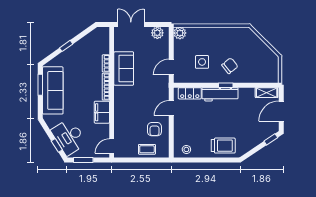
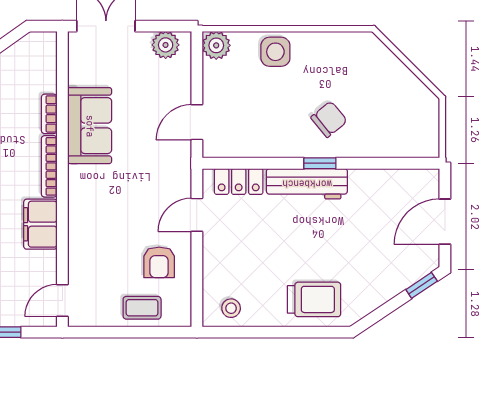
side table: (202, 62) -> (275, 52), moved
shelving: (267, 93) -> (412, 180), removed

